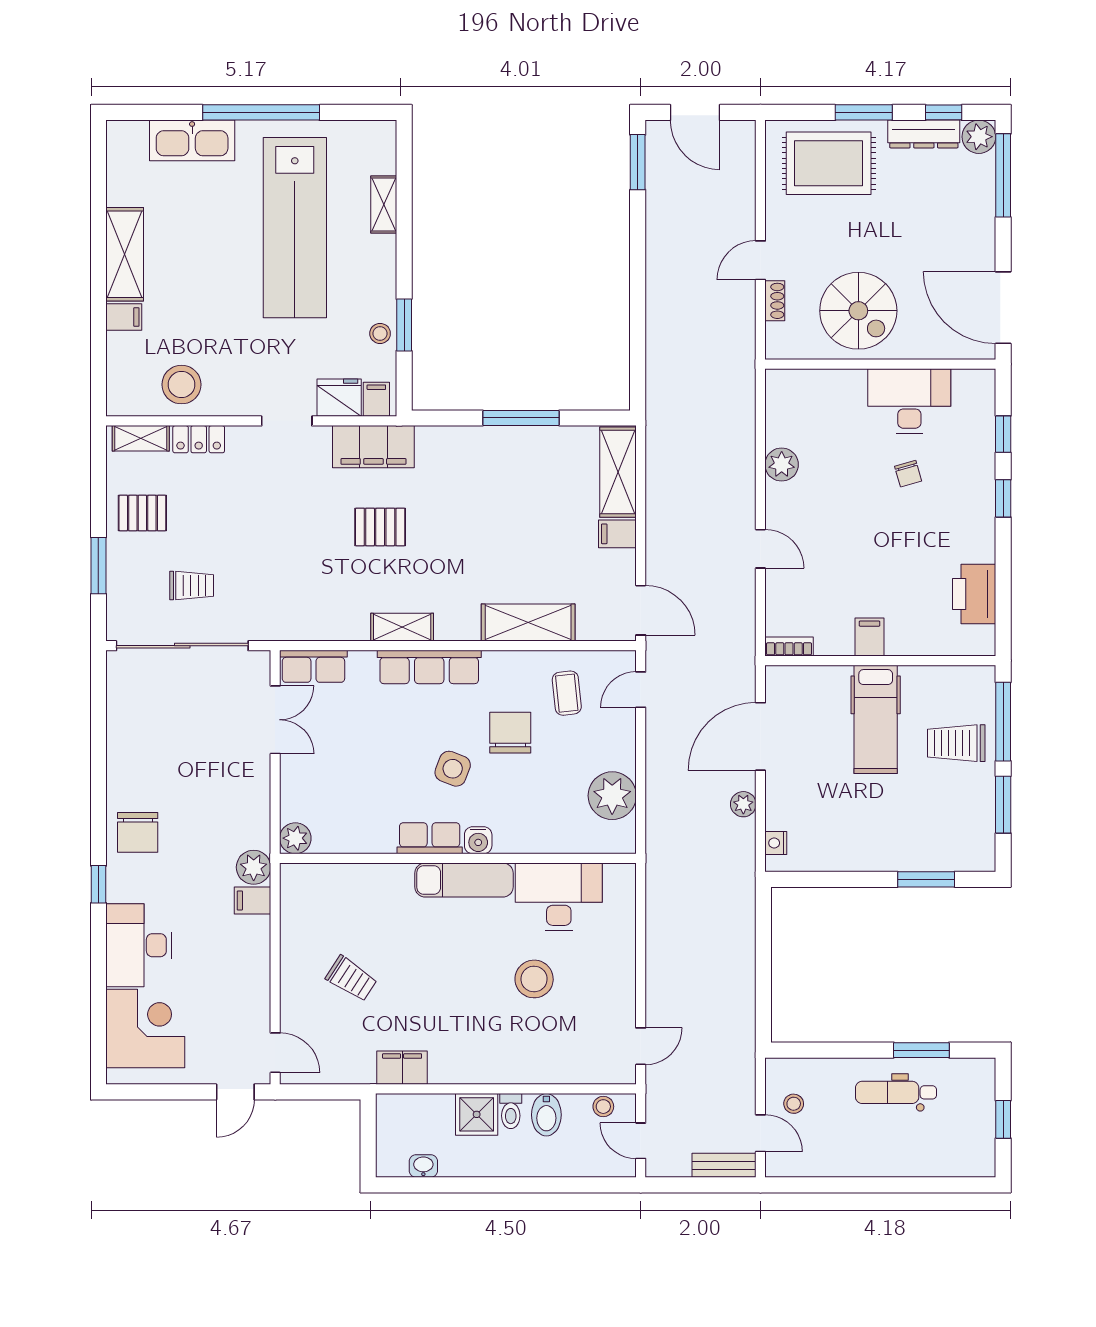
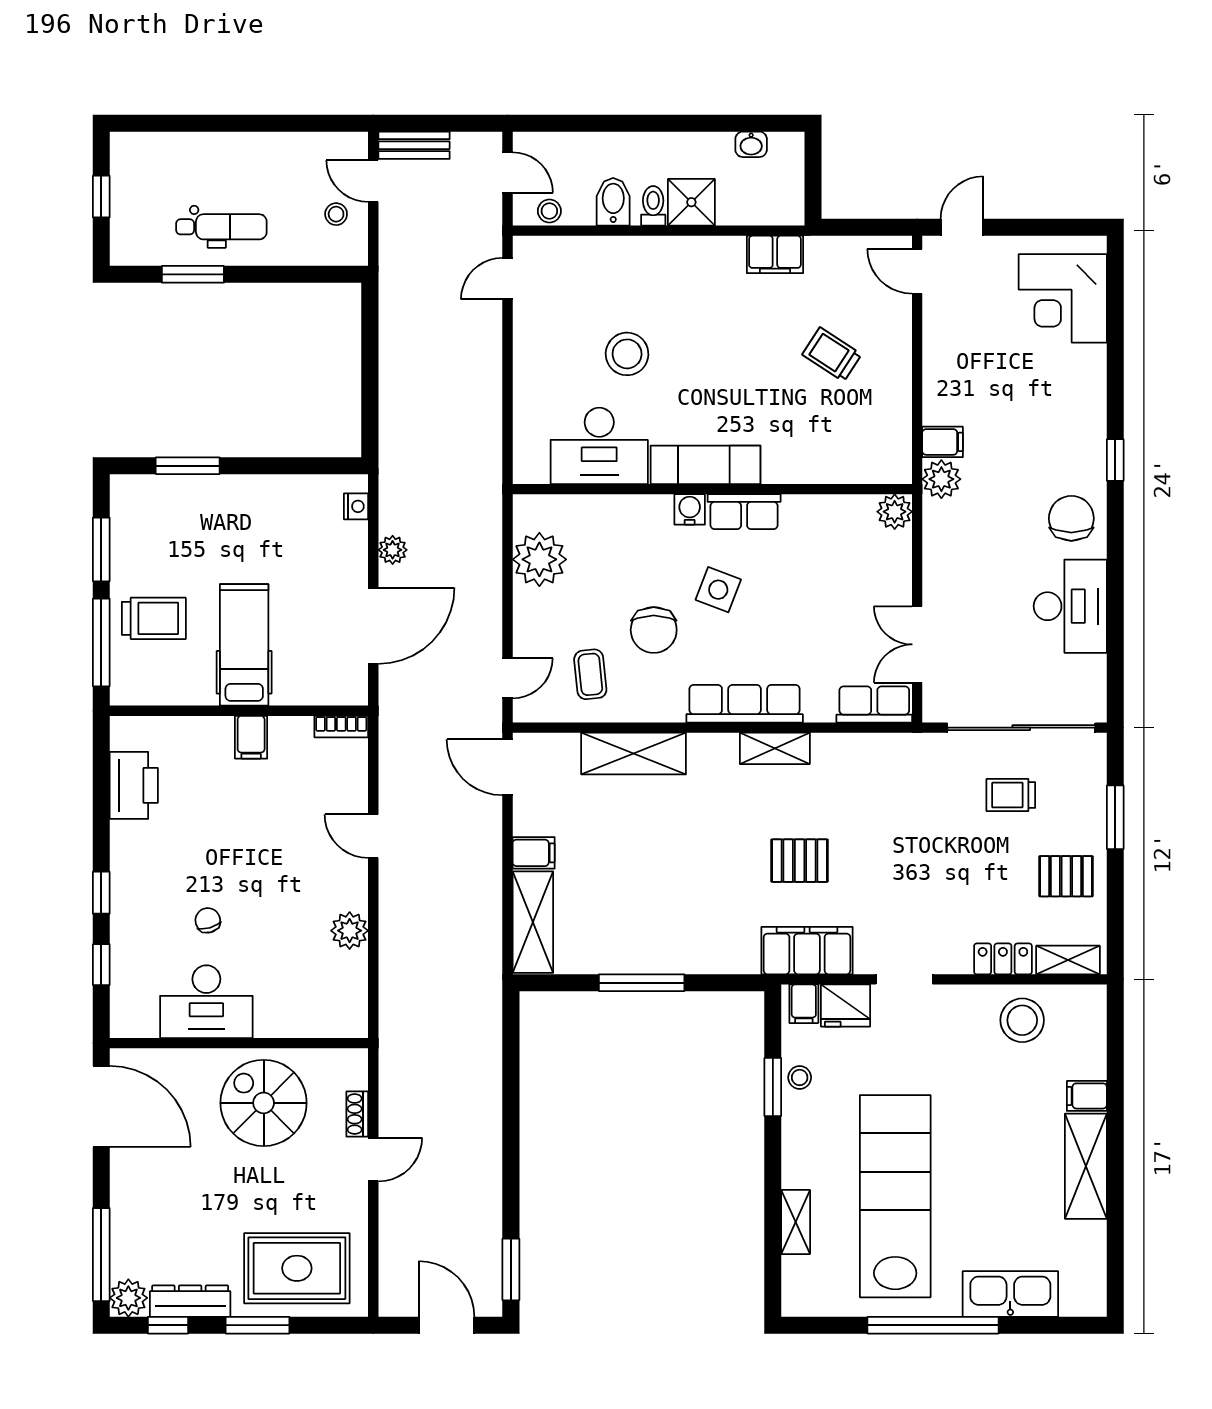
desk: (139, 945) -> (1070, 606), moved

